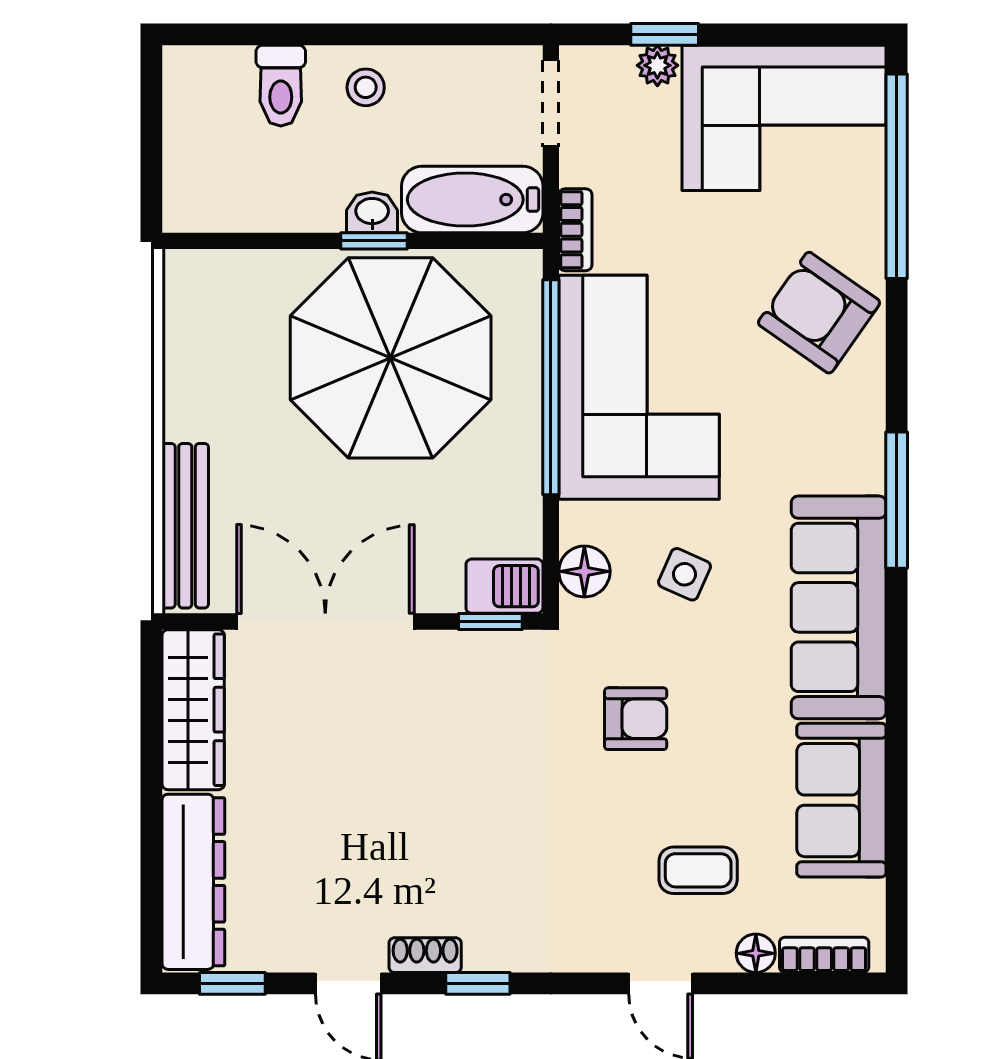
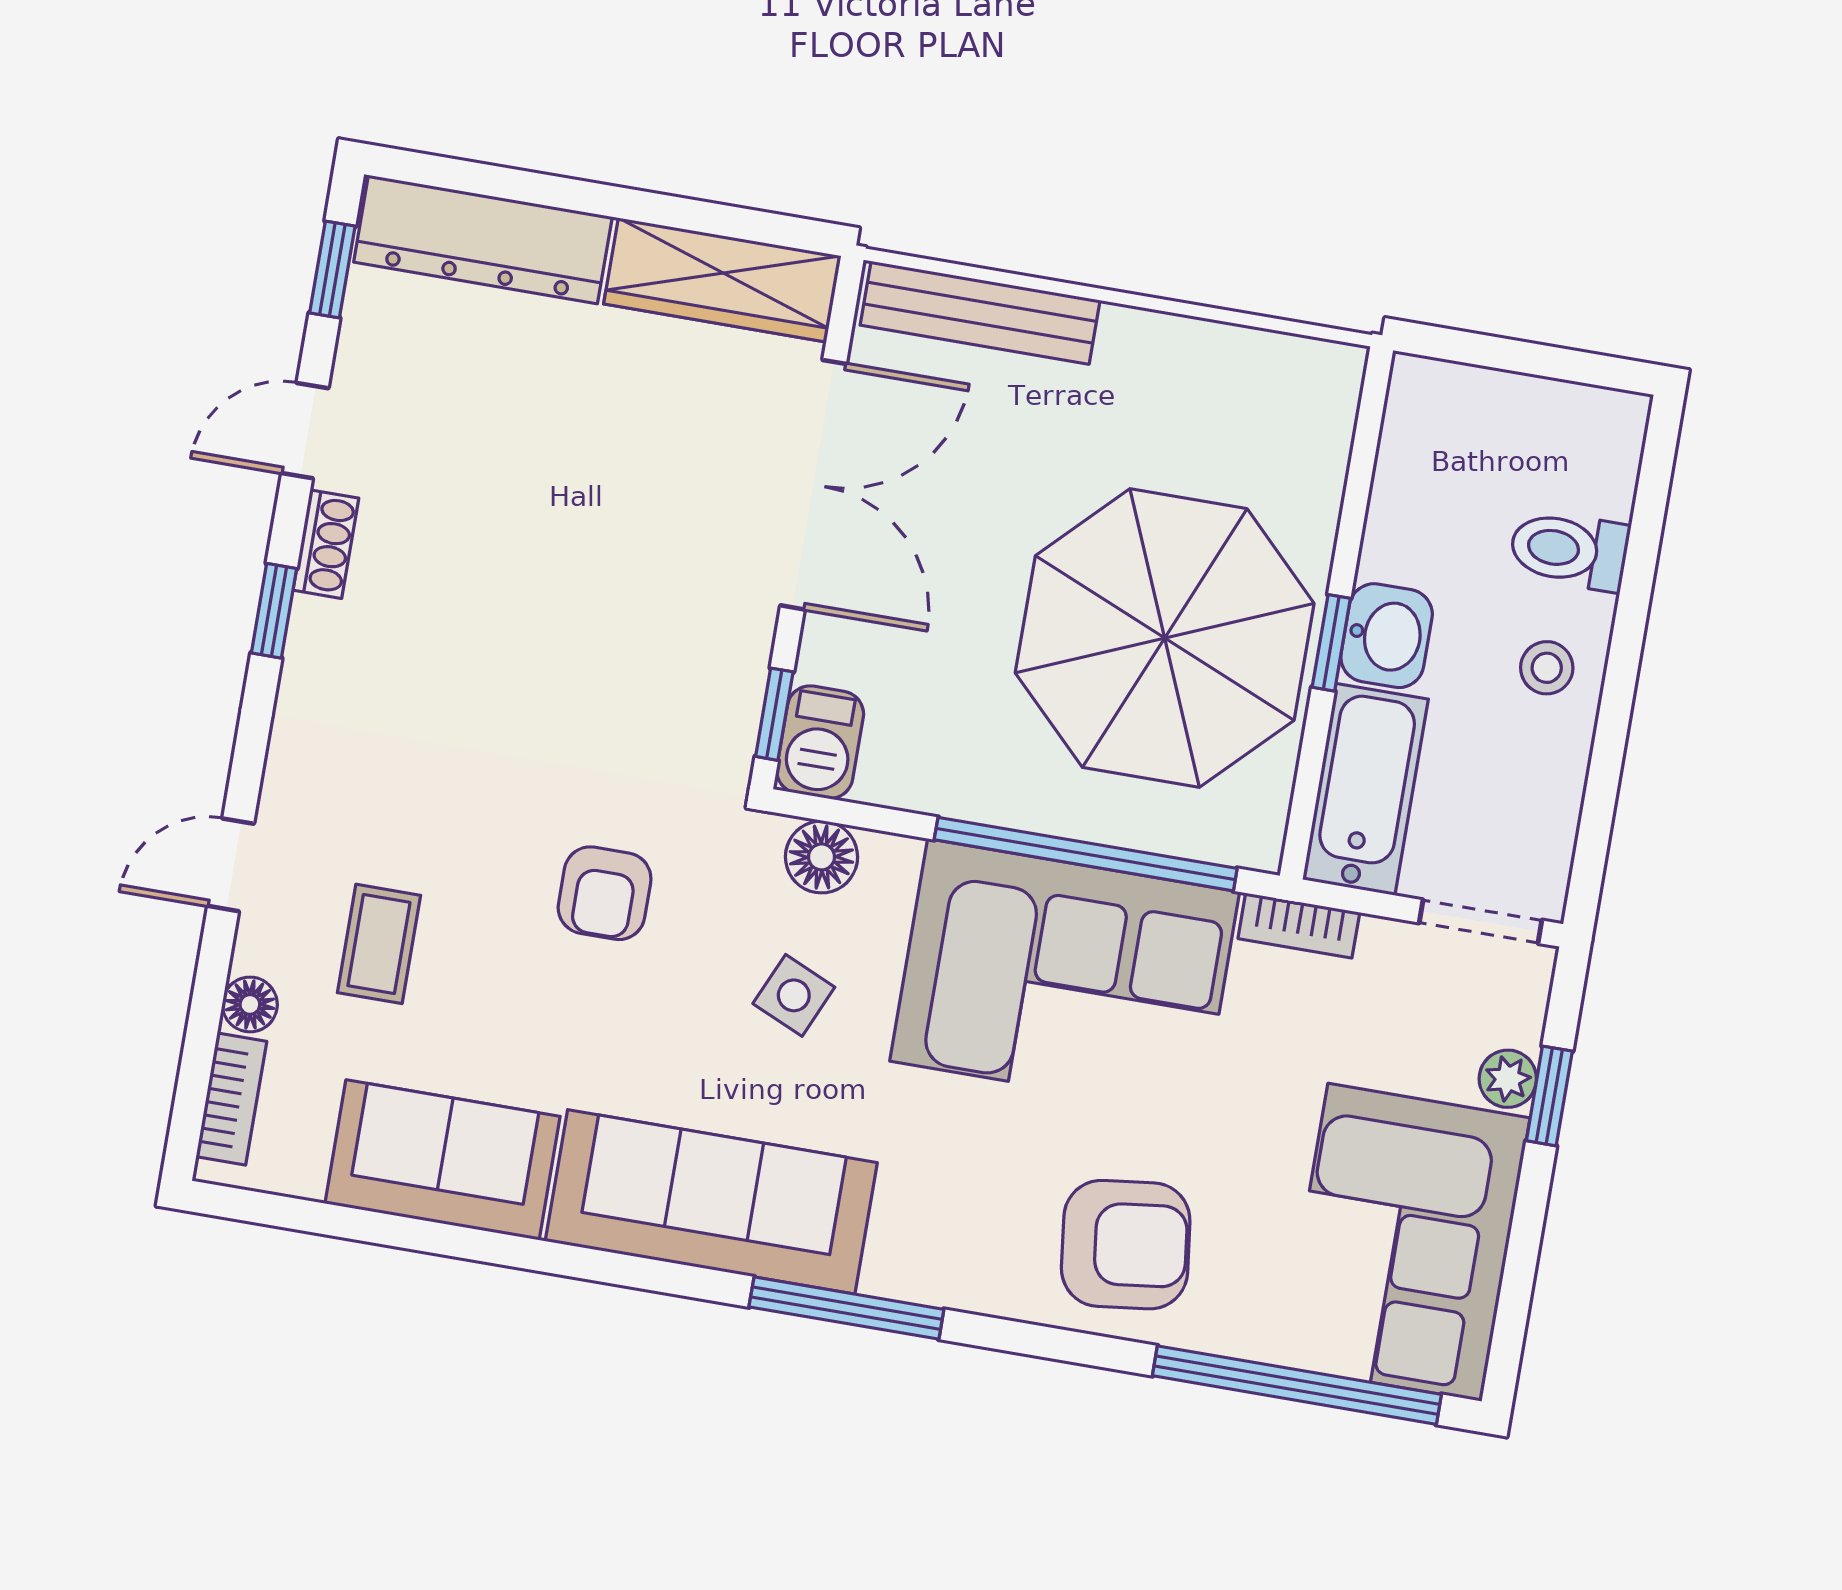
washbasin: (372, 212) -> (1387, 636), width x1.38, depth x1.45
armchair: (819, 313) -> (1126, 1245), turned 48

